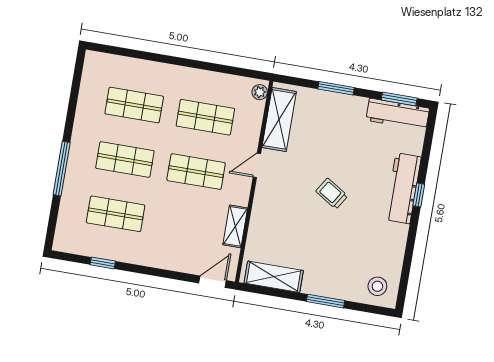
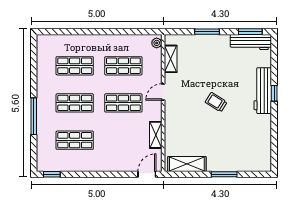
shelving: (279, 119) -> (171, 59), width x0.67, depth x0.75
window: (103, 263) -> (52, 174), moved
stool: (377, 286) -> (257, 159), removed

